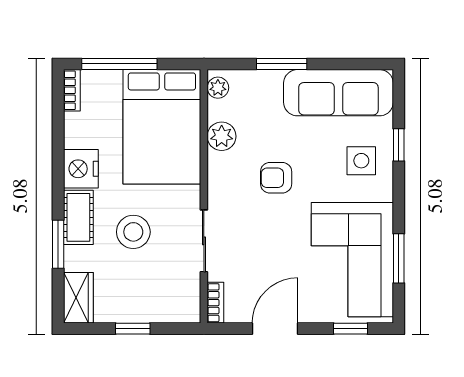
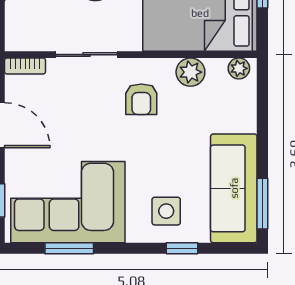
window: (282, 64) -> (262, 204), moved
armchair: (276, 178) -> (141, 99), moved, turned 180

